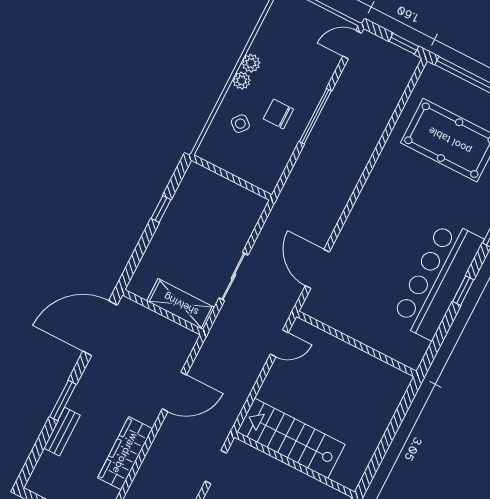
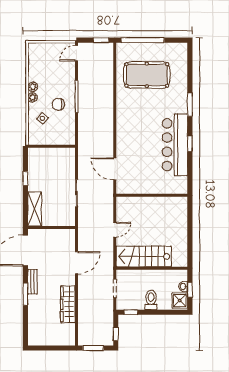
shelving: (181, 304) -> (35, 209), moved, turned 90
door: (279, 343) -> (115, 230), moved
bench: (62, 432) -> (32, 282), moved

